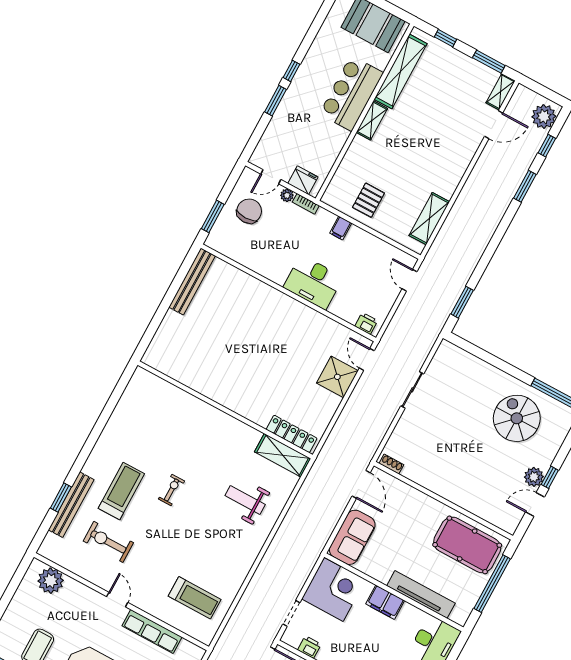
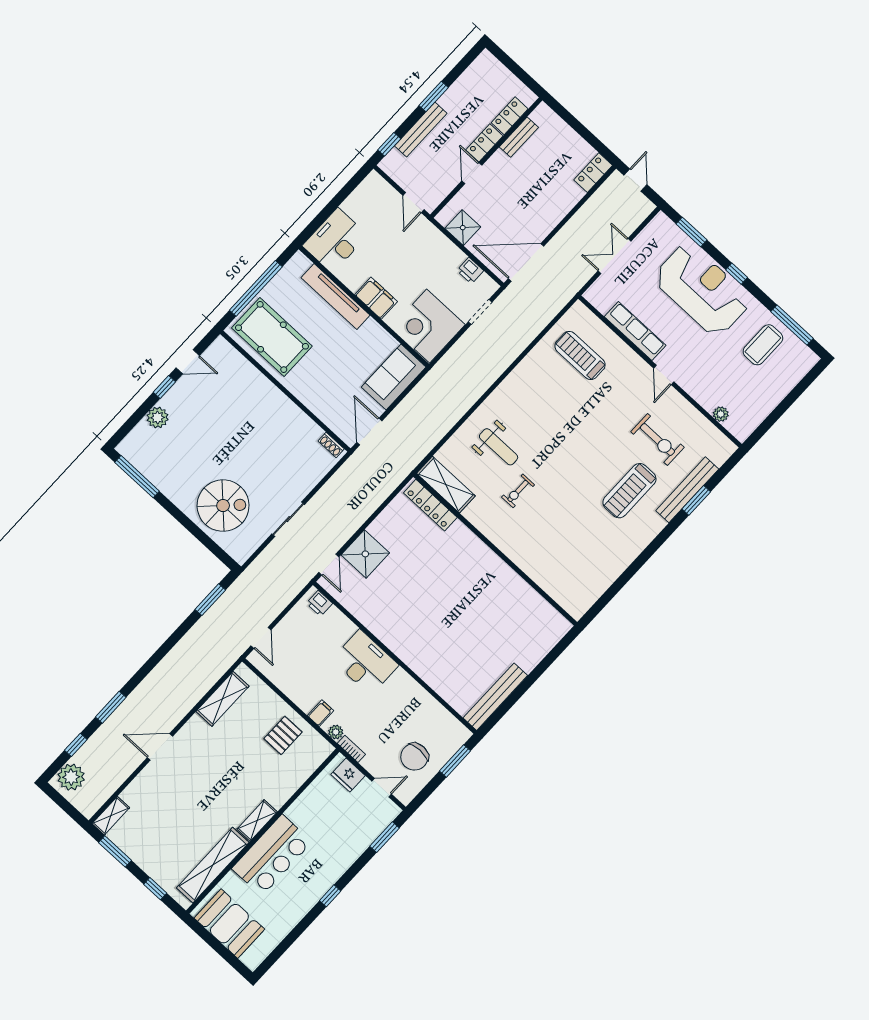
window: (275, 101) -> (385, 837), moved
door: (494, 125) -> (160, 747), moved
plant: (287, 195) -> (336, 732), moved
spiral stairs: (517, 418) -> (223, 506), moved, turned -90
plant: (534, 477) -> (158, 418), moved
exercise bike: (172, 490) -> (518, 491), moved
plant: (51, 581) -> (721, 414), width x0.53, depth x0.53

